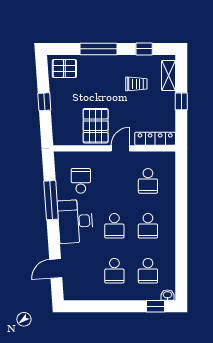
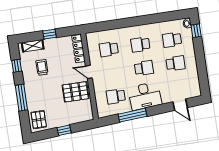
school desk: (148, 181) -> (109, 49), turned 180
school desk: (148, 226) -> (140, 44), turned 180
school desk: (148, 271) -> (172, 40), turned 180

